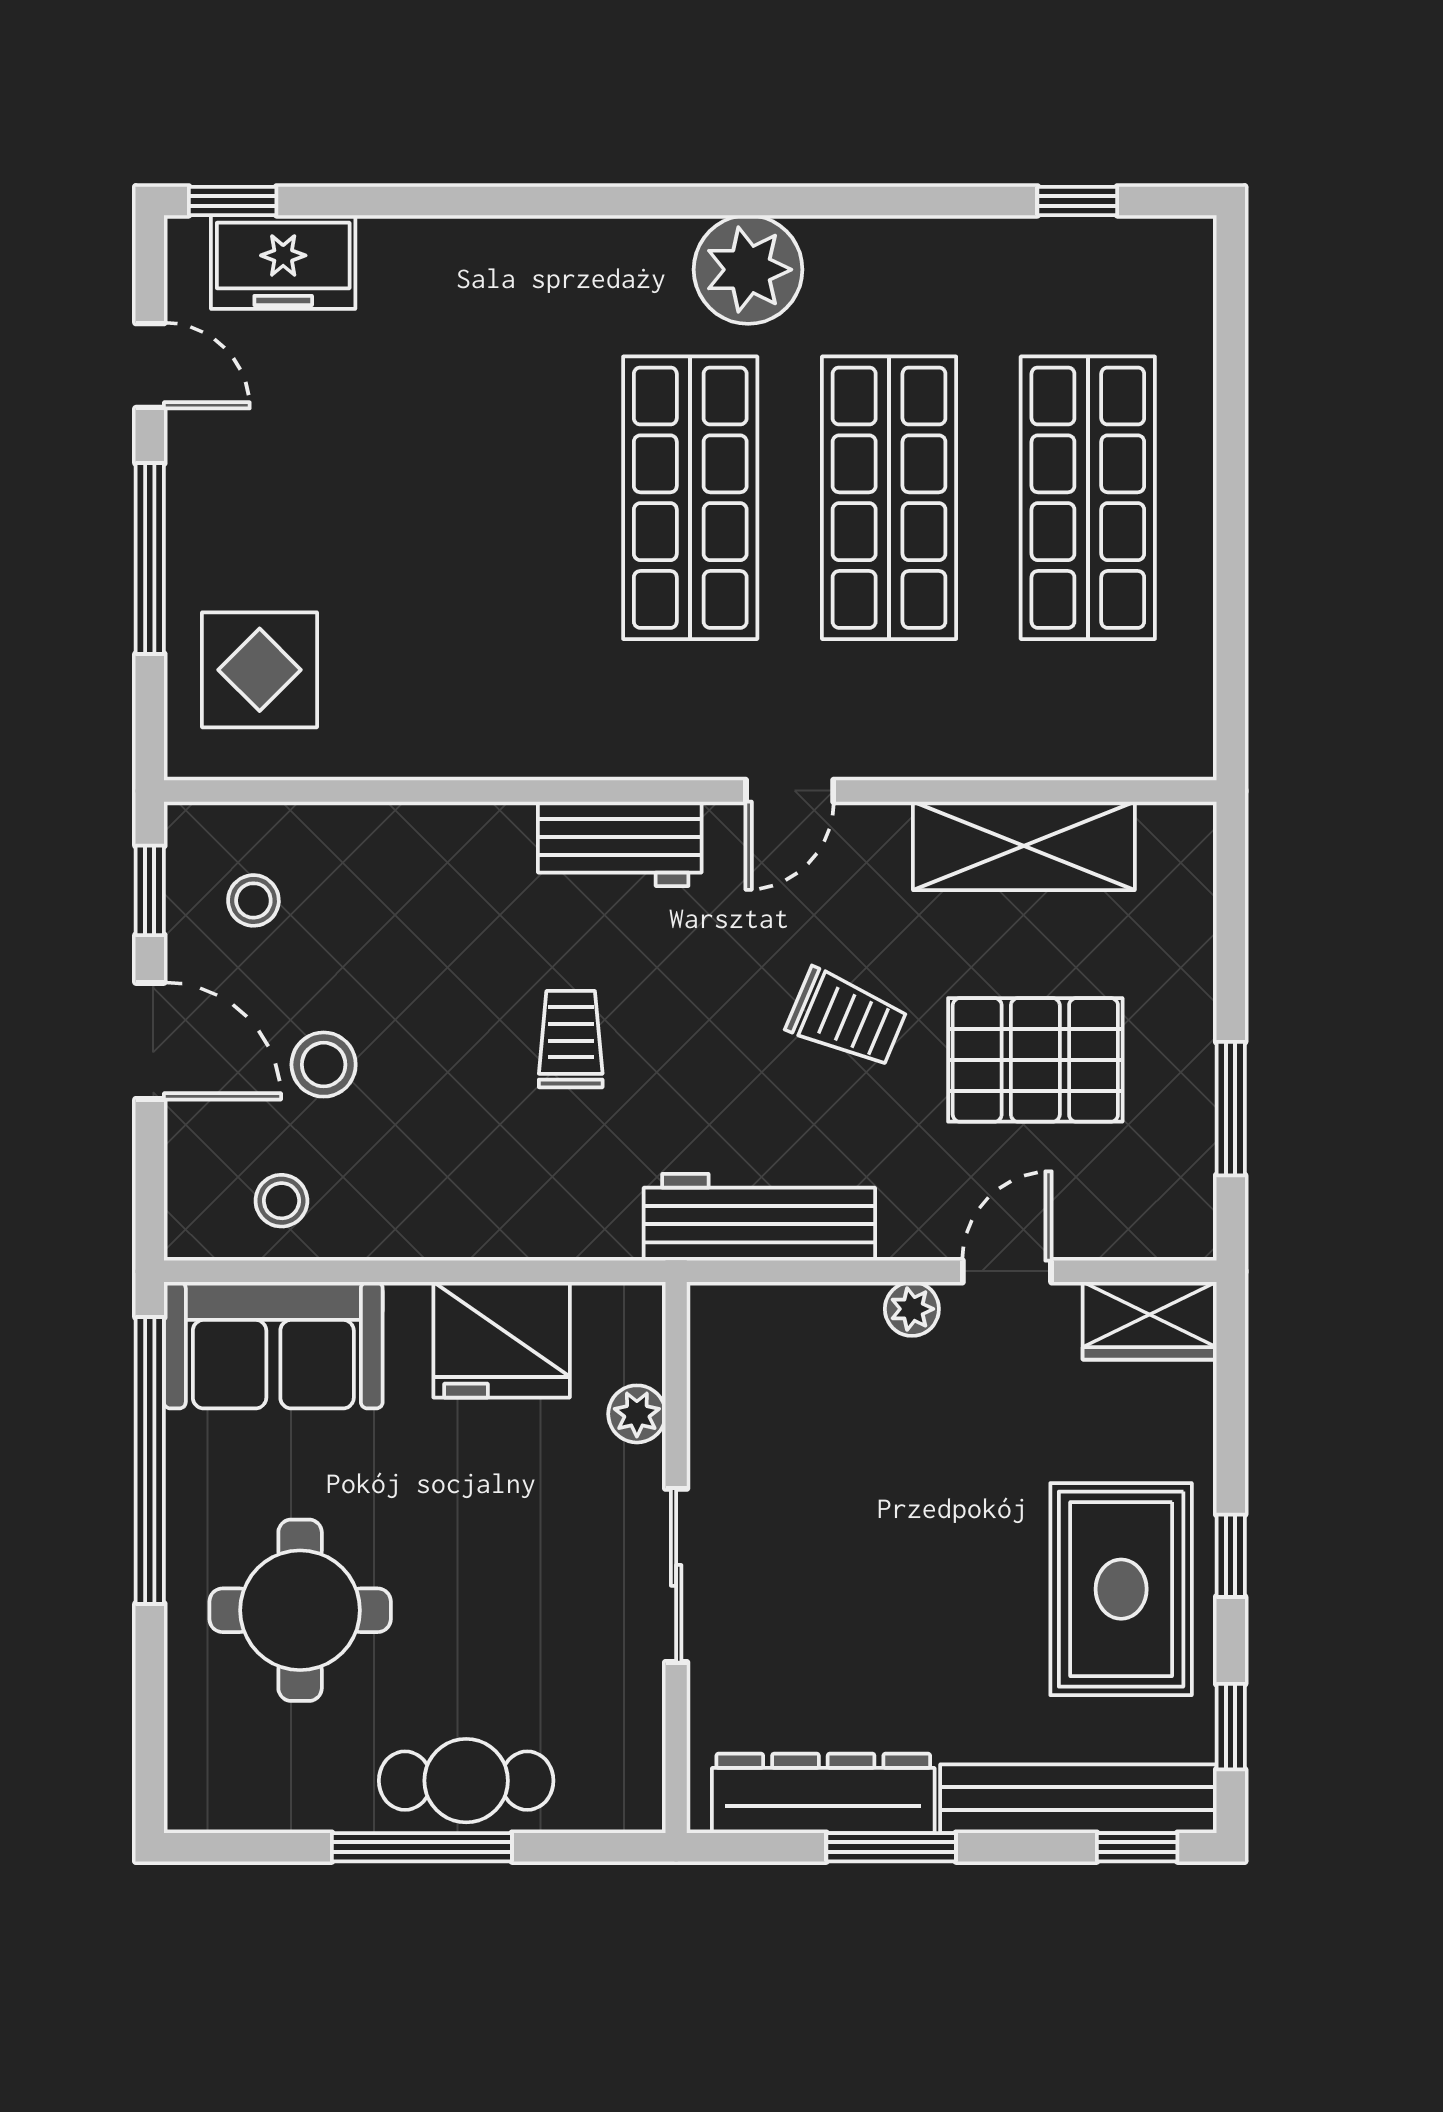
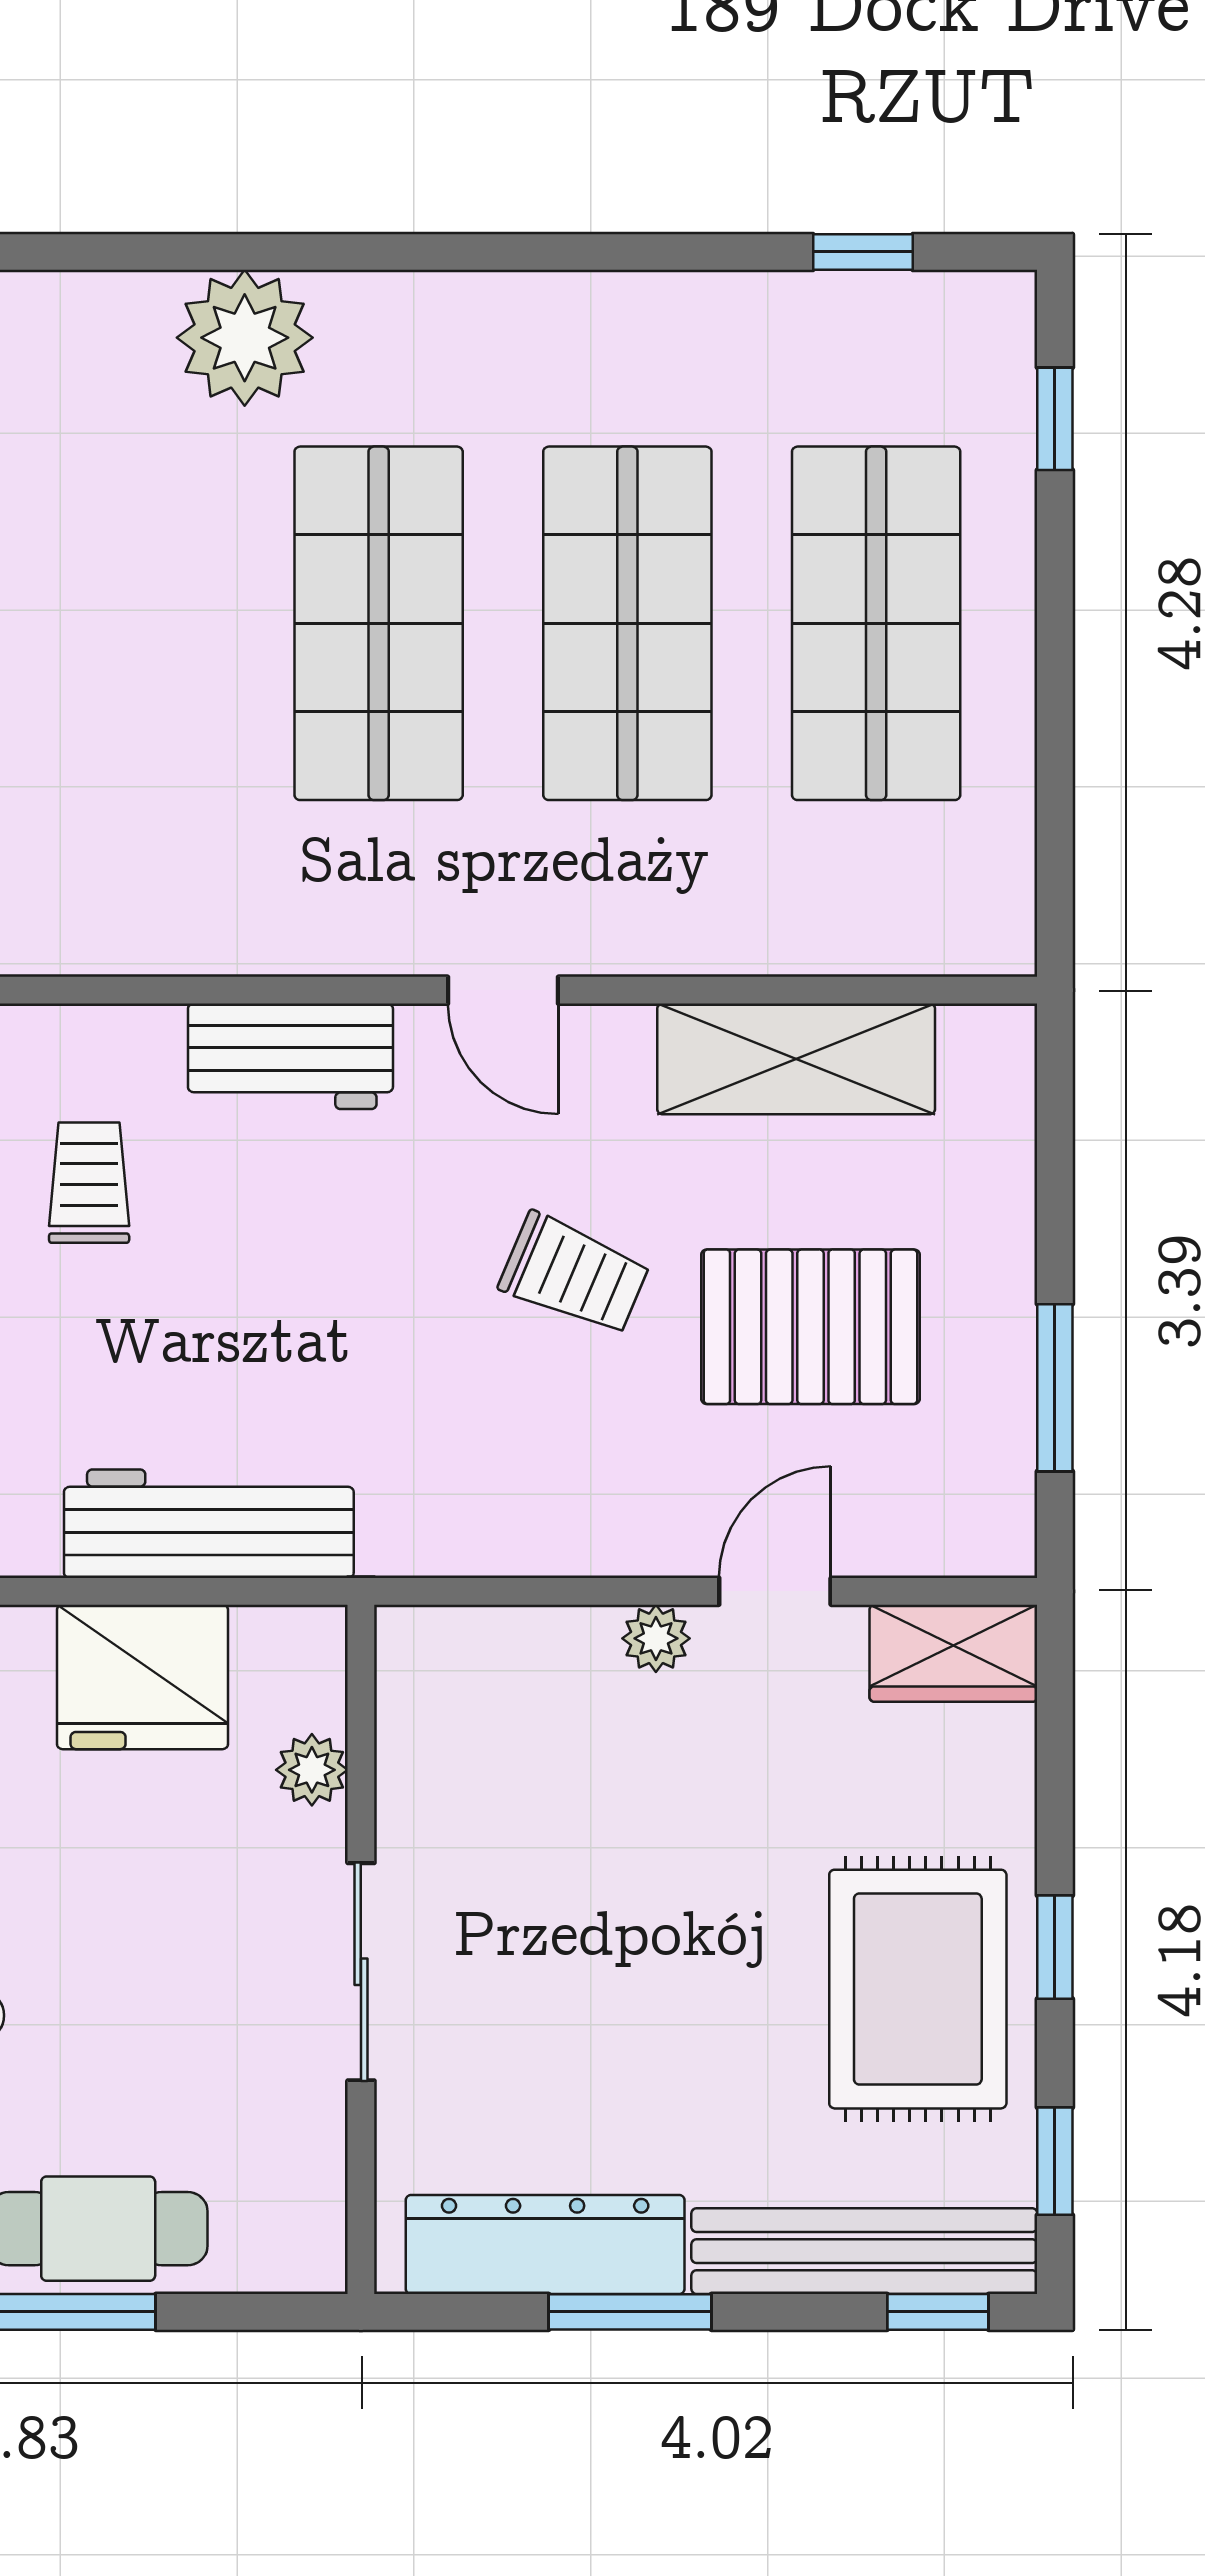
plant: (748, 270) -> (245, 338), moved
window: (1231, 334) -> (1055, 419), added
door: (790, 791) -> (503, 990), hinge flipped
trolley: (571, 1039) -> (89, 1183), moved
workbench: (759, 1217) -> (209, 1524), moved

